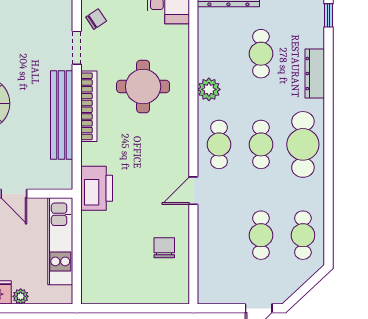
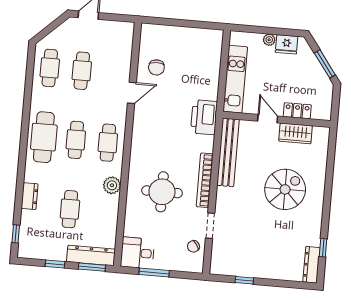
dresser: (315, 74) -> (30, 196), width x0.70
bench: (62, 115) -> (228, 152), moved
door: (193, 191) -> (132, 93), moved

